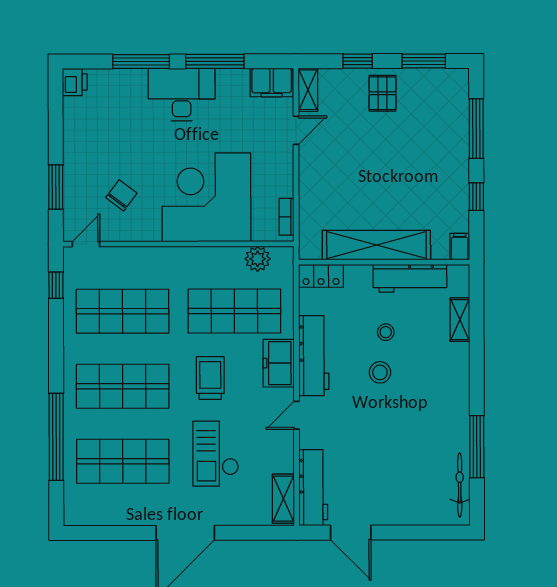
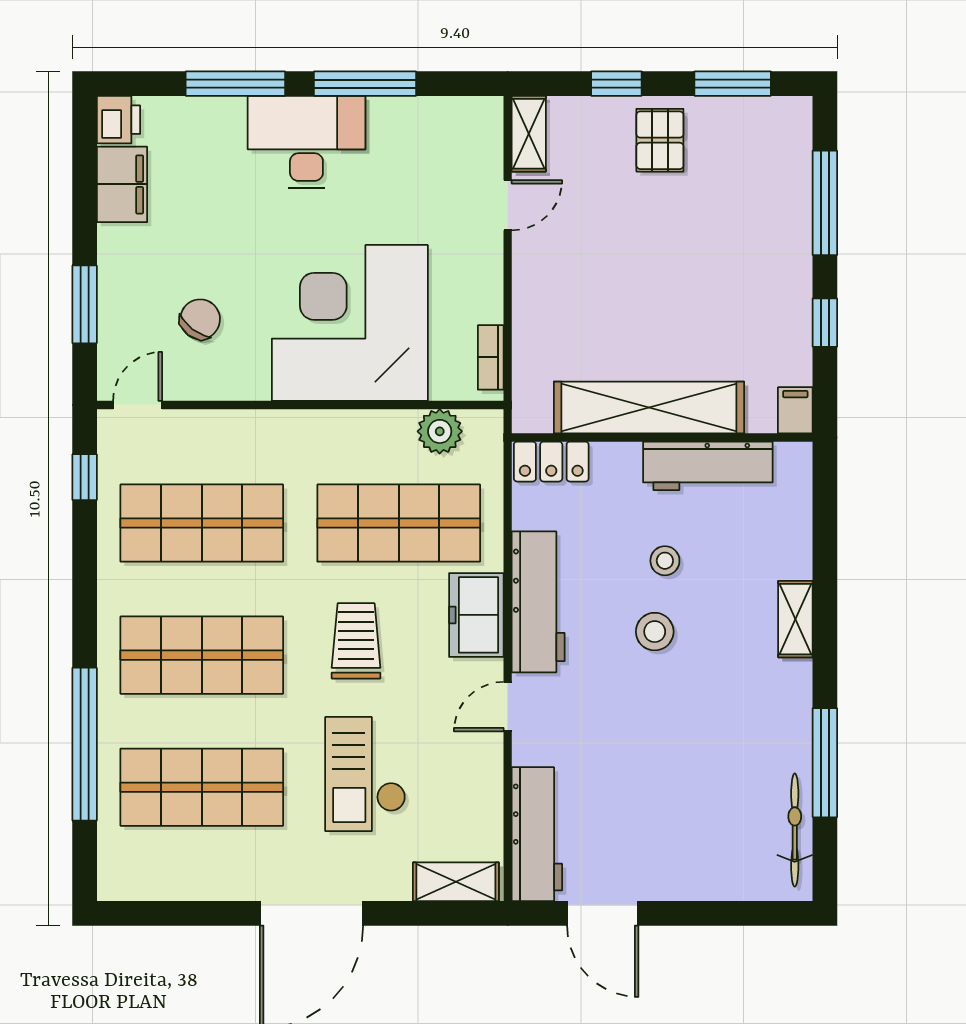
filing cabinet: (272, 82) -> (122, 184), moved, turned -90
shelving: (460, 320) -> (795, 619), moved
shelving: (283, 499) -> (456, 882), moved, turned 90

